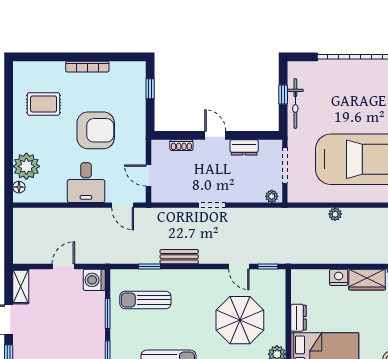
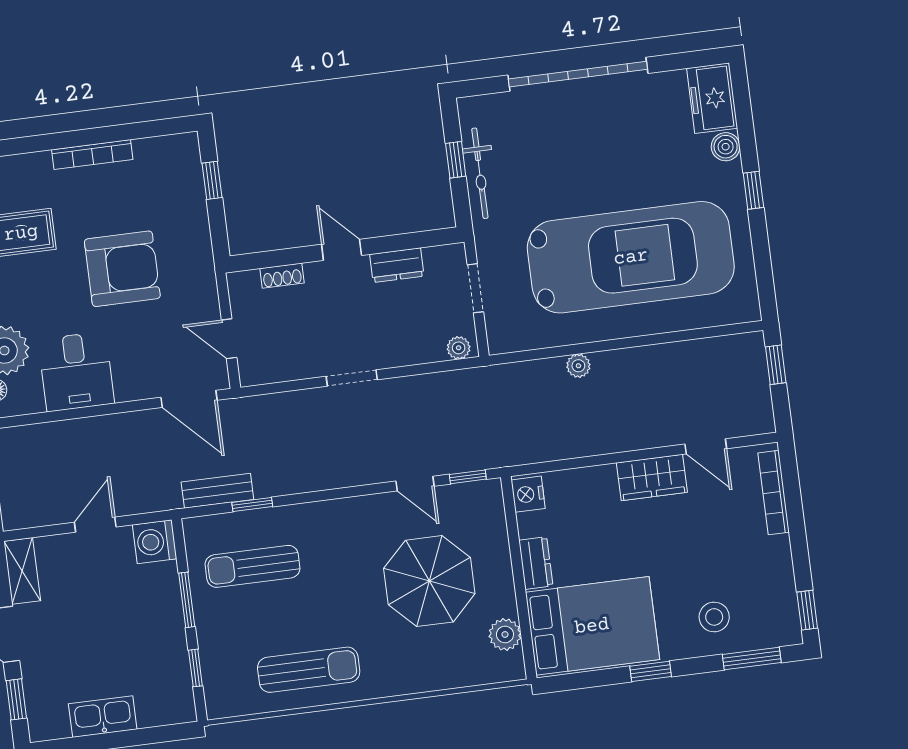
doorway: (285, 165) -> (475, 288), width x0.73
desk: (86, 183) -> (76, 371), moved
door: (123, 205) -> (189, 399), width x1.38
bench: (179, 257) -> (217, 491), moved
nightstand: (339, 277) -> (528, 494), moved, turned -90

